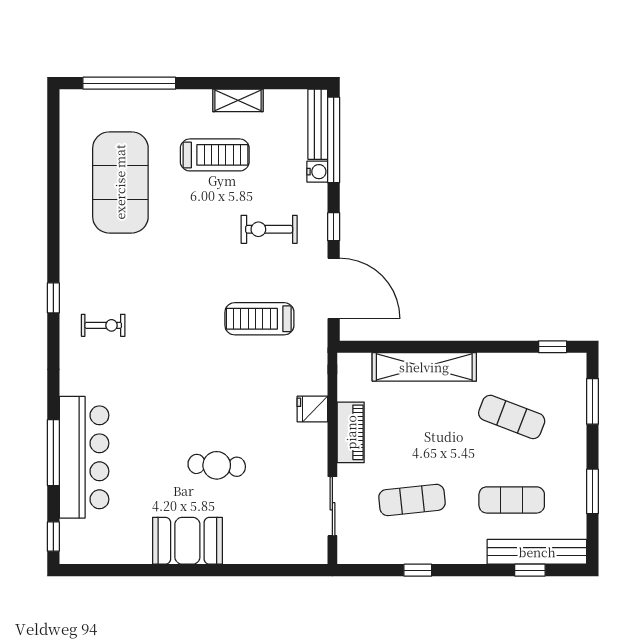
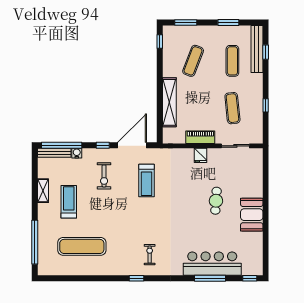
exercise mat: (120, 182) -> (82, 246), width x0.68
fridge: (312, 409) -> (201, 155), moved

